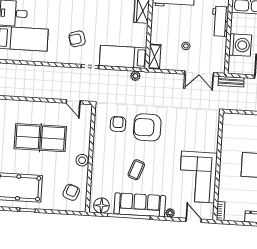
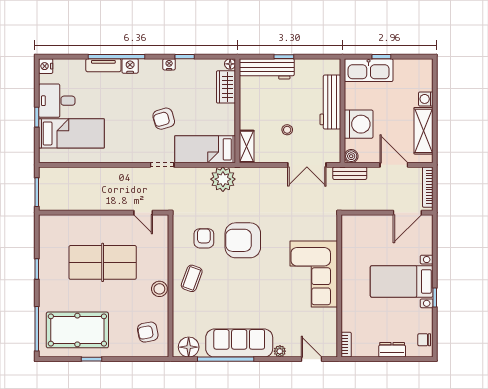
workbench: (220, 21) -> (330, 102), width x1.38
armchair: (77, 39) -> (164, 119), moved
boiler: (233, 69) -> (351, 156), added
plant: (135, 76) -> (223, 179), width x1.88, depth x1.88
coffee table: (136, 170) -> (192, 278), moved
corner sofa: (198, 177) -> (314, 274), moved
armchair: (71, 192) -> (148, 332), turned -121

